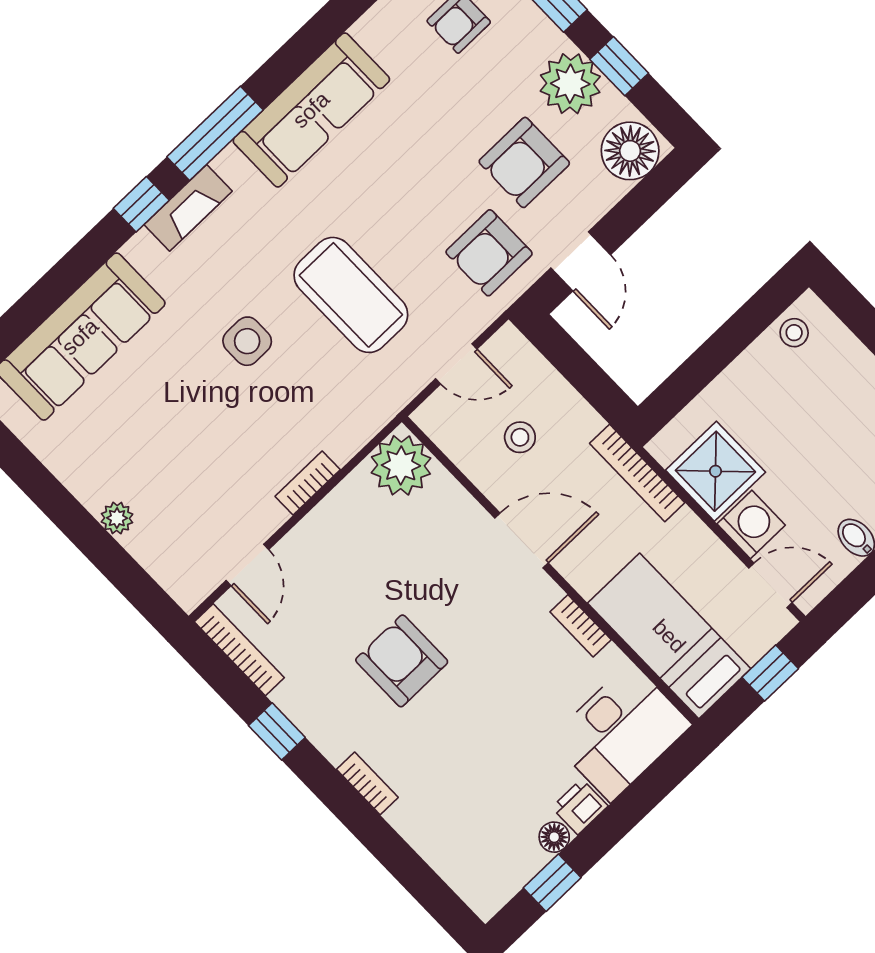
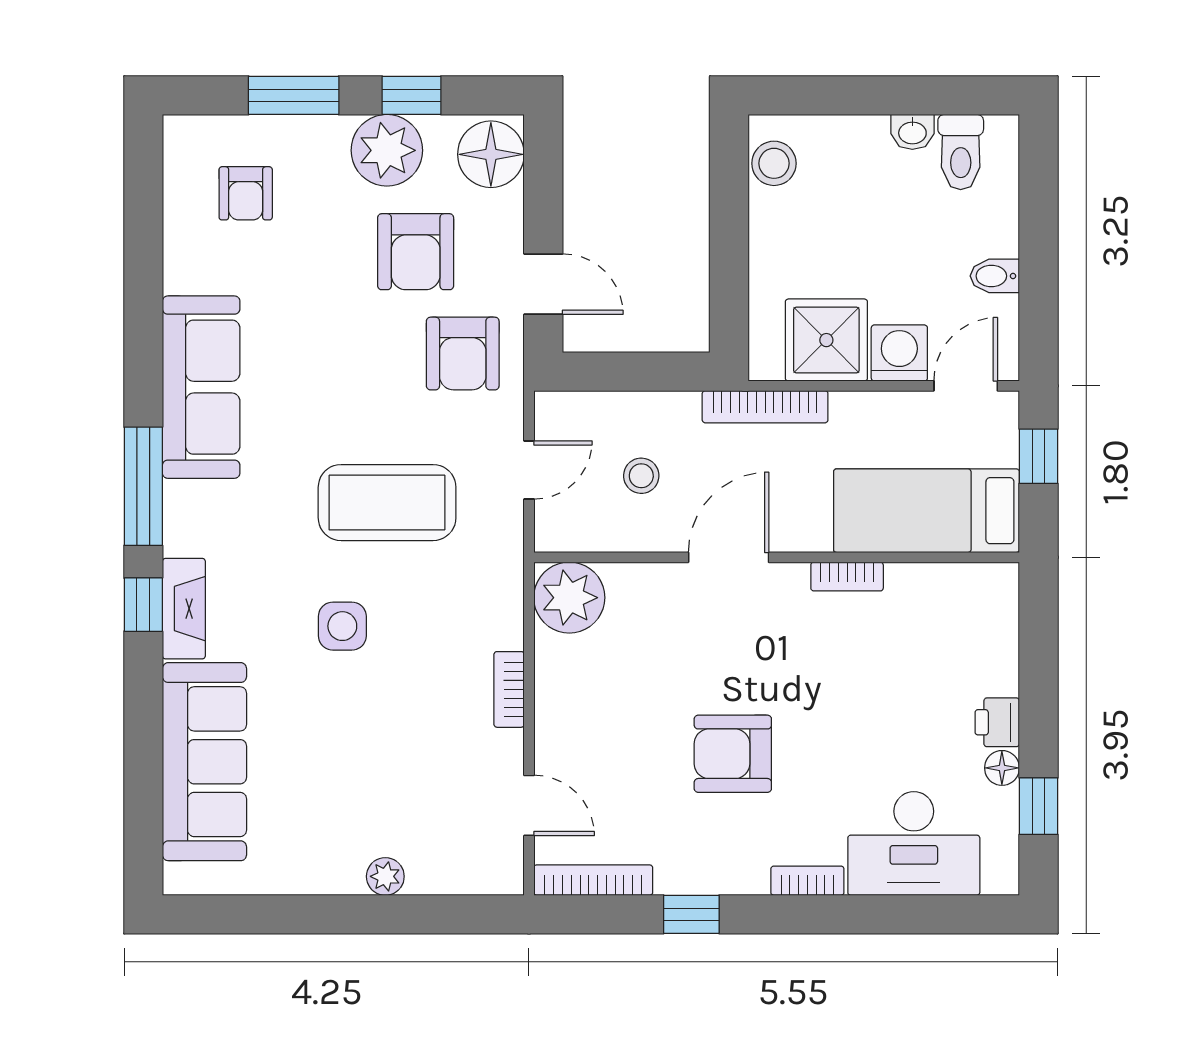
fireplace: (188, 208) -> (184, 609), moved
stool: (794, 333) -> (774, 163), width x1.37, depth x1.37
desk: (621, 732) -> (914, 843), moved, turned 90

